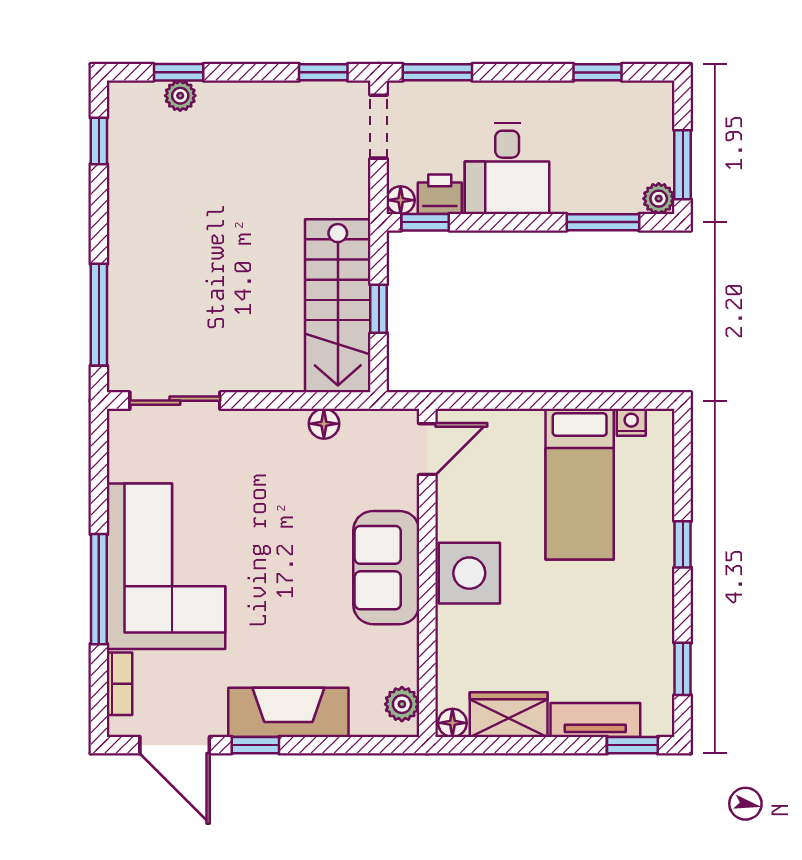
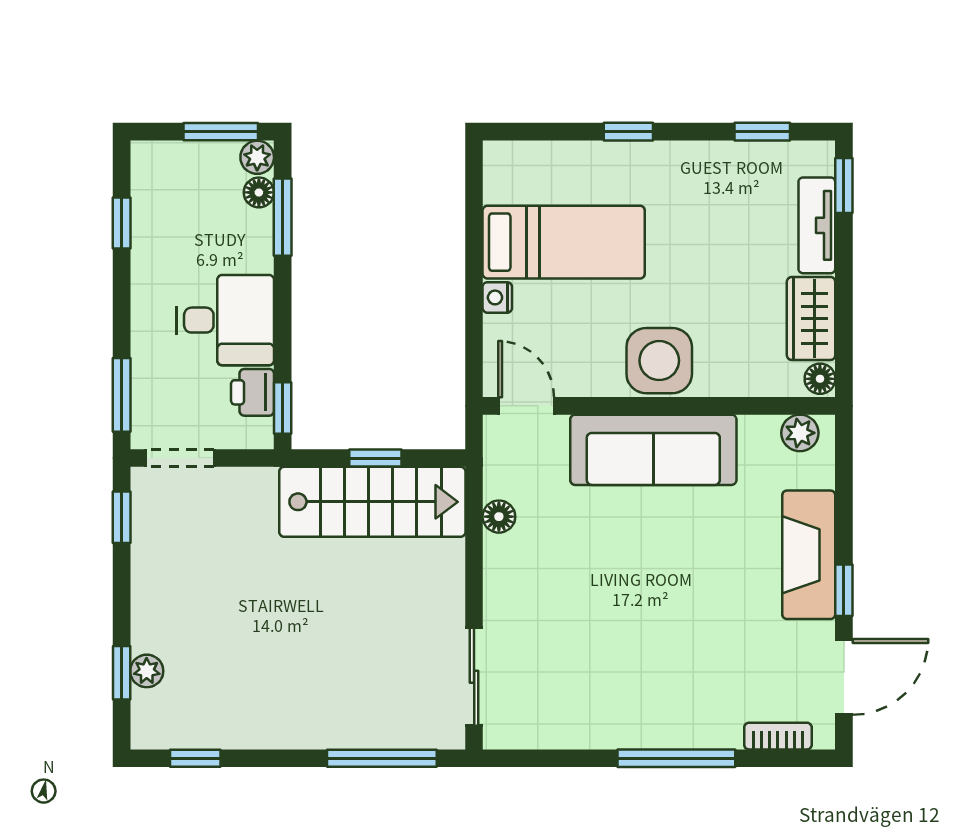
floor lamp: (401, 200) -> (259, 192), moved
nightstand: (631, 422) -> (497, 297), moved
corner sofa: (166, 566) -> (652, 686), removed
sofa: (386, 568) -> (653, 450), width x1.36

